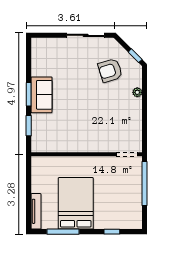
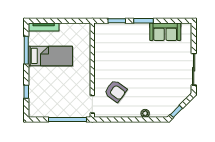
armchair: (110, 70) -> (116, 91), moved, turned 143
sofa: (42, 95) -> (165, 32), moved
bed: (76, 203) -> (50, 56), width x0.67

